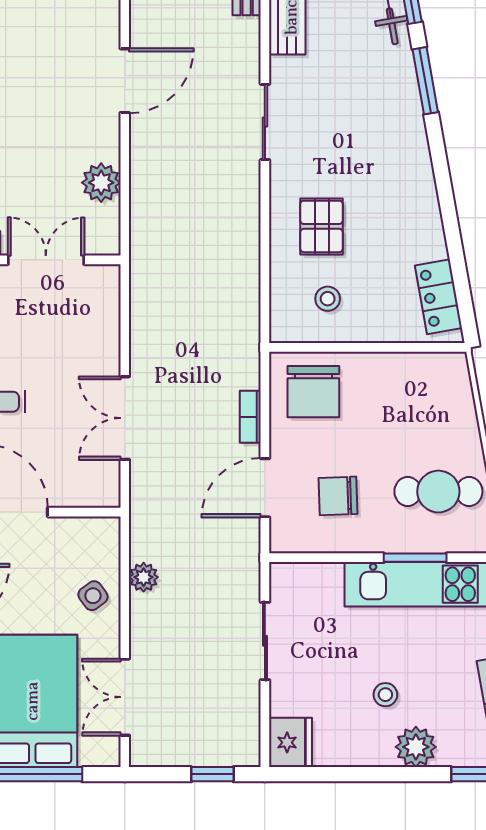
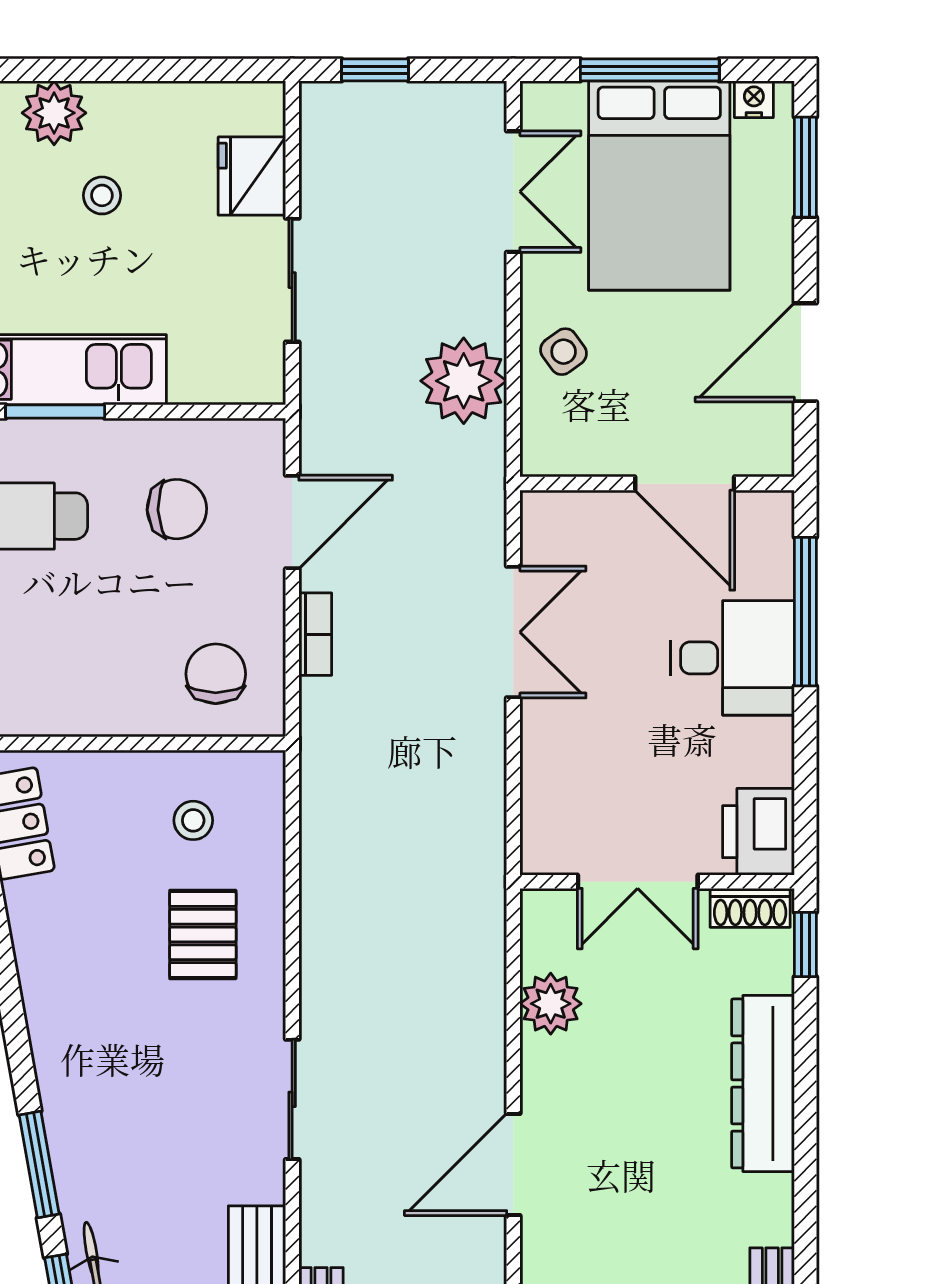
chair: (313, 392) -> (216, 674), width x0.73, depth x0.73
plant: (144, 577) -> (464, 381), width x1.87, depth x1.87
fridge: (290, 742) -> (252, 176), moved

